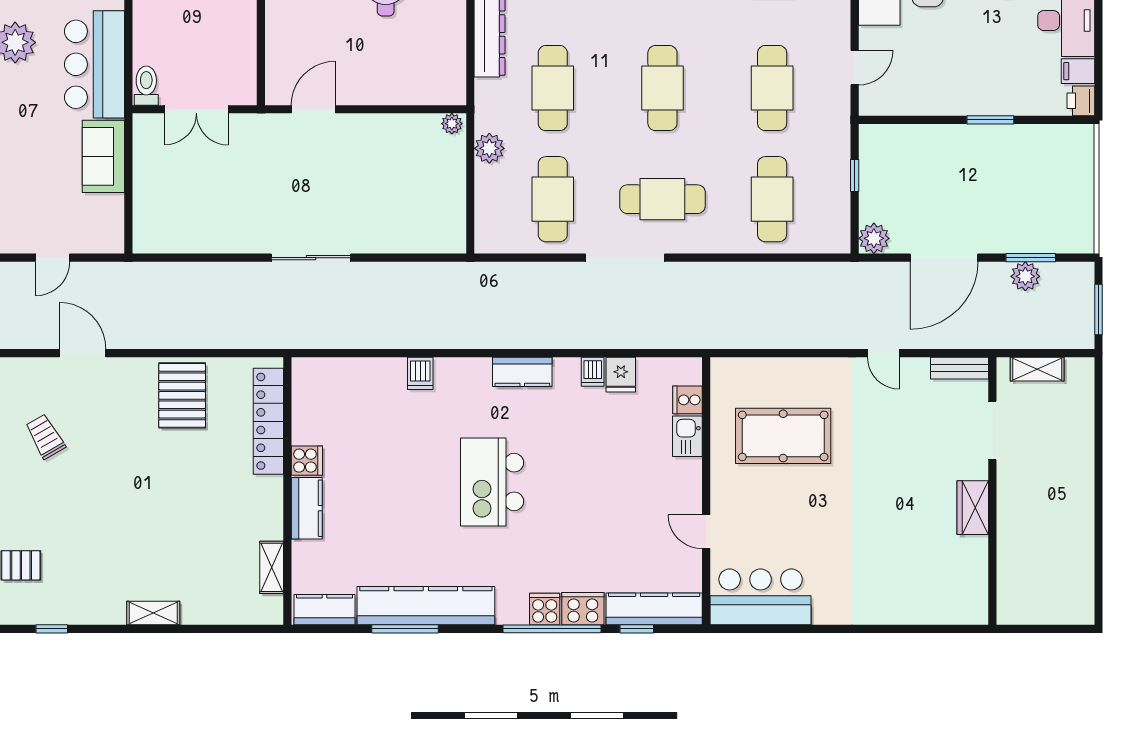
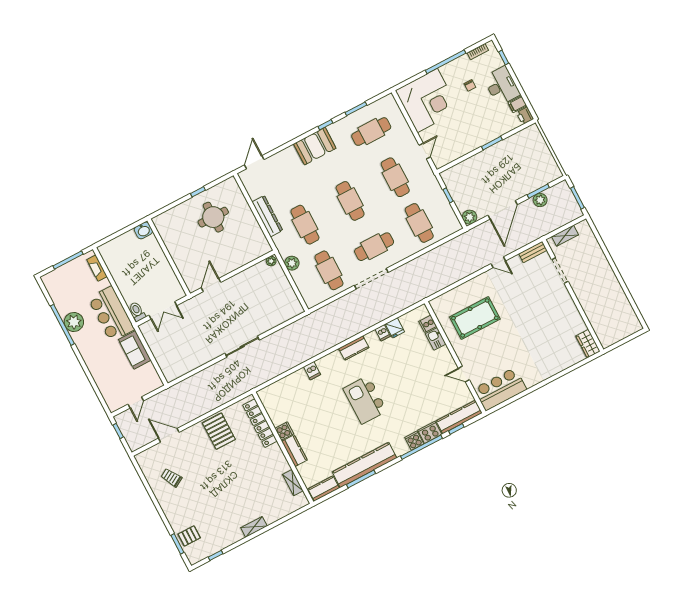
wardrobe: (973, 508) -> (588, 344), moved

